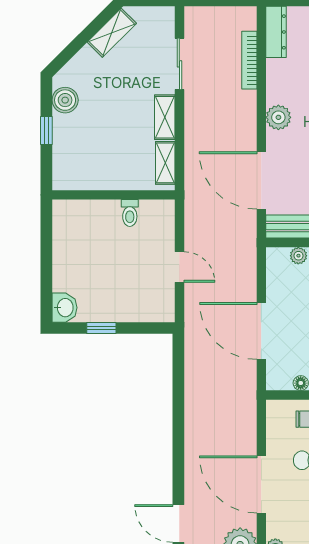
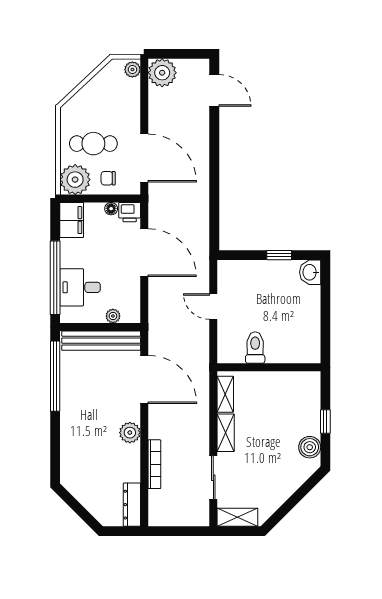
shelving: (112, 33) -> (237, 517), moved, turned 45
bookcase: (249, 60) -> (154, 464), moved
toilet: (130, 213) -> (255, 348), width x1.37, depth x1.39
printer: (279, 379) -> (130, 212), added
door: (261, 484) -> (144, 158), moved

